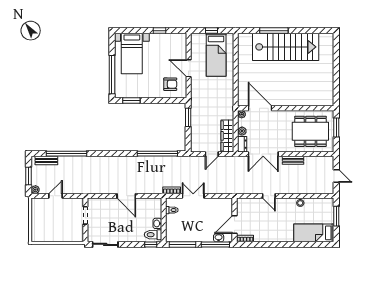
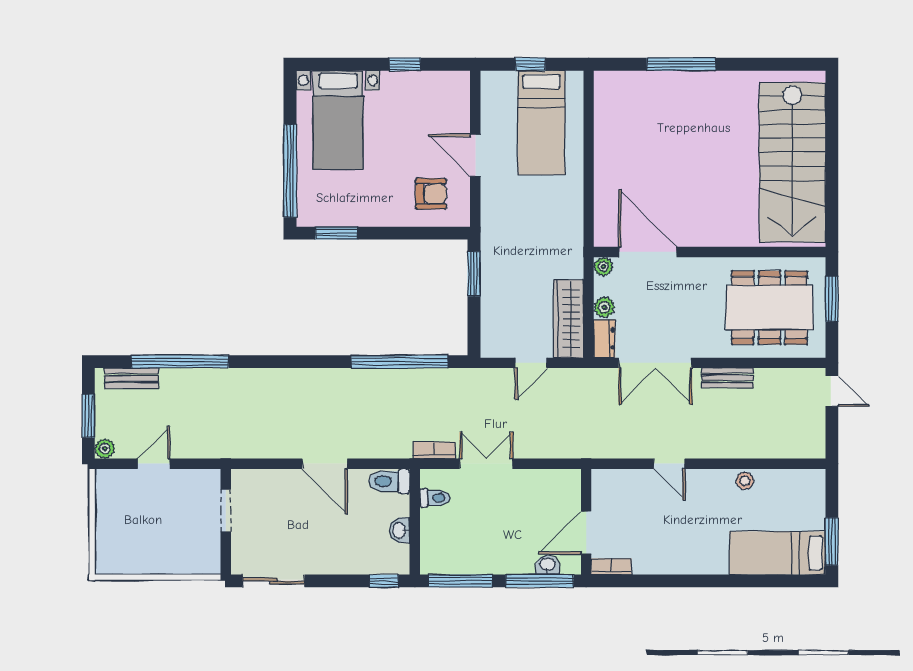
stairs: (286, 47) -> (792, 162), moved, turned 90
door: (336, 176) -> (832, 391), moved
window: (336, 216) -> (832, 542), moved
toilet: (153, 235) -> (389, 481), moved

